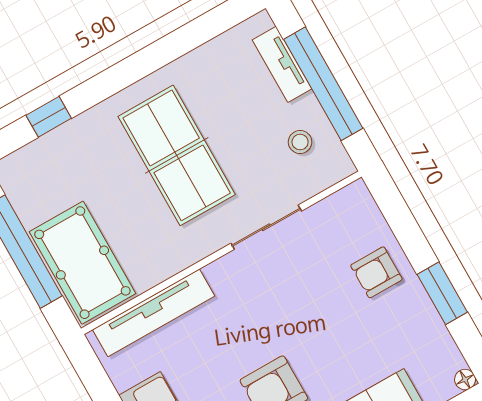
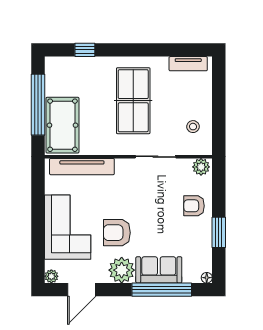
tv unit: (282, 64) -> (188, 64), moved, turned -90
window: (323, 84) -> (219, 106), removed
plant: (351, 201) -> (201, 167), added

